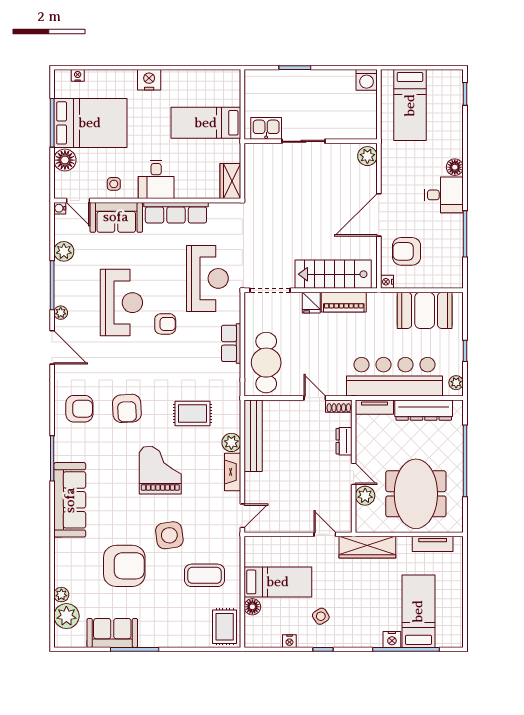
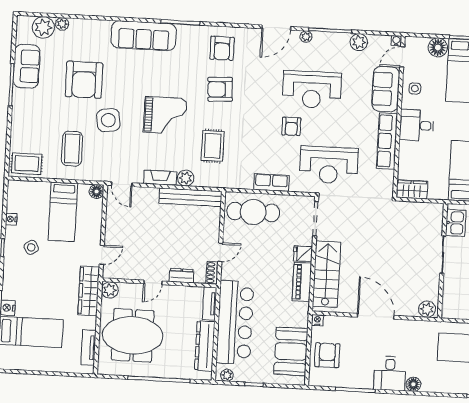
armchair: (407, 251) -> (327, 355), moved
plant: (365, 496) -> (110, 290), moved
floor lamp: (252, 607) -> (97, 192), moved

